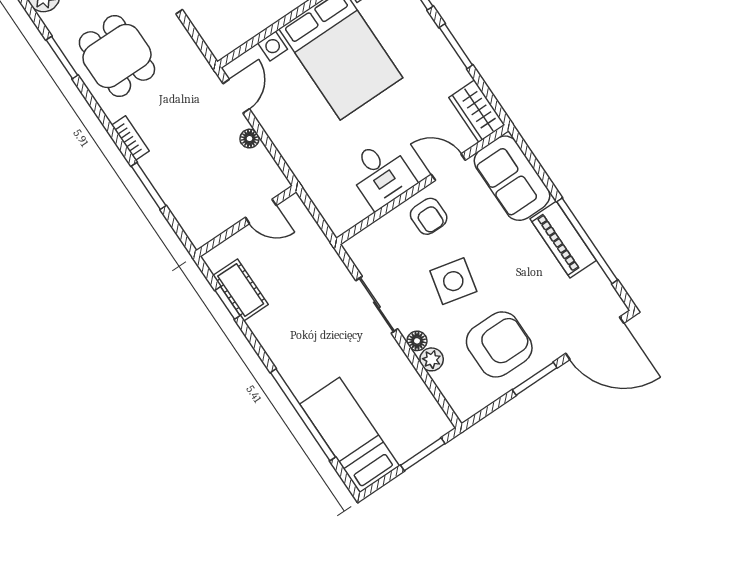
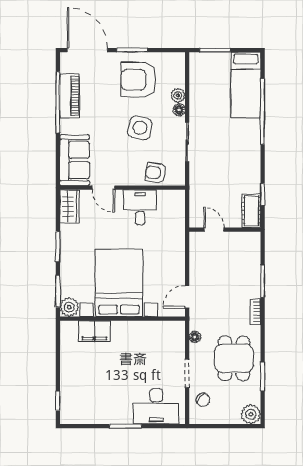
floor lamp: (249, 139) -> (195, 337), moved
armchair: (429, 216) -> (156, 173), moved, turned -81
piano: (563, 240) -> (70, 96), moved
cot: (241, 290) -> (251, 211), moved

